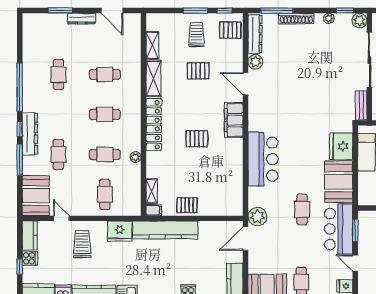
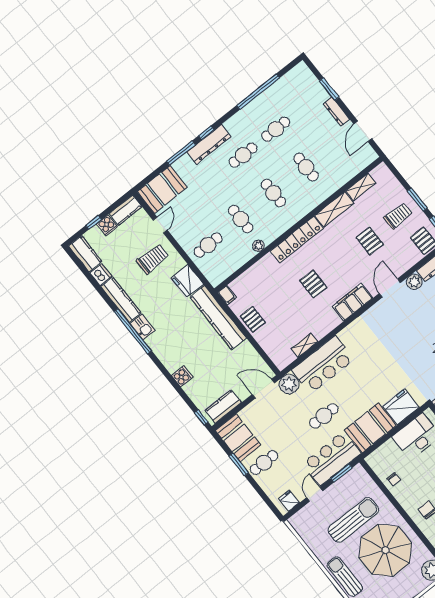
window: (20, 87) -> (258, 92), moved
cafe table: (58, 154) -> (243, 155), moved
bar counter: (263, 159) -> (323, 365), moved
shelving: (152, 191) -> (305, 345), moved

